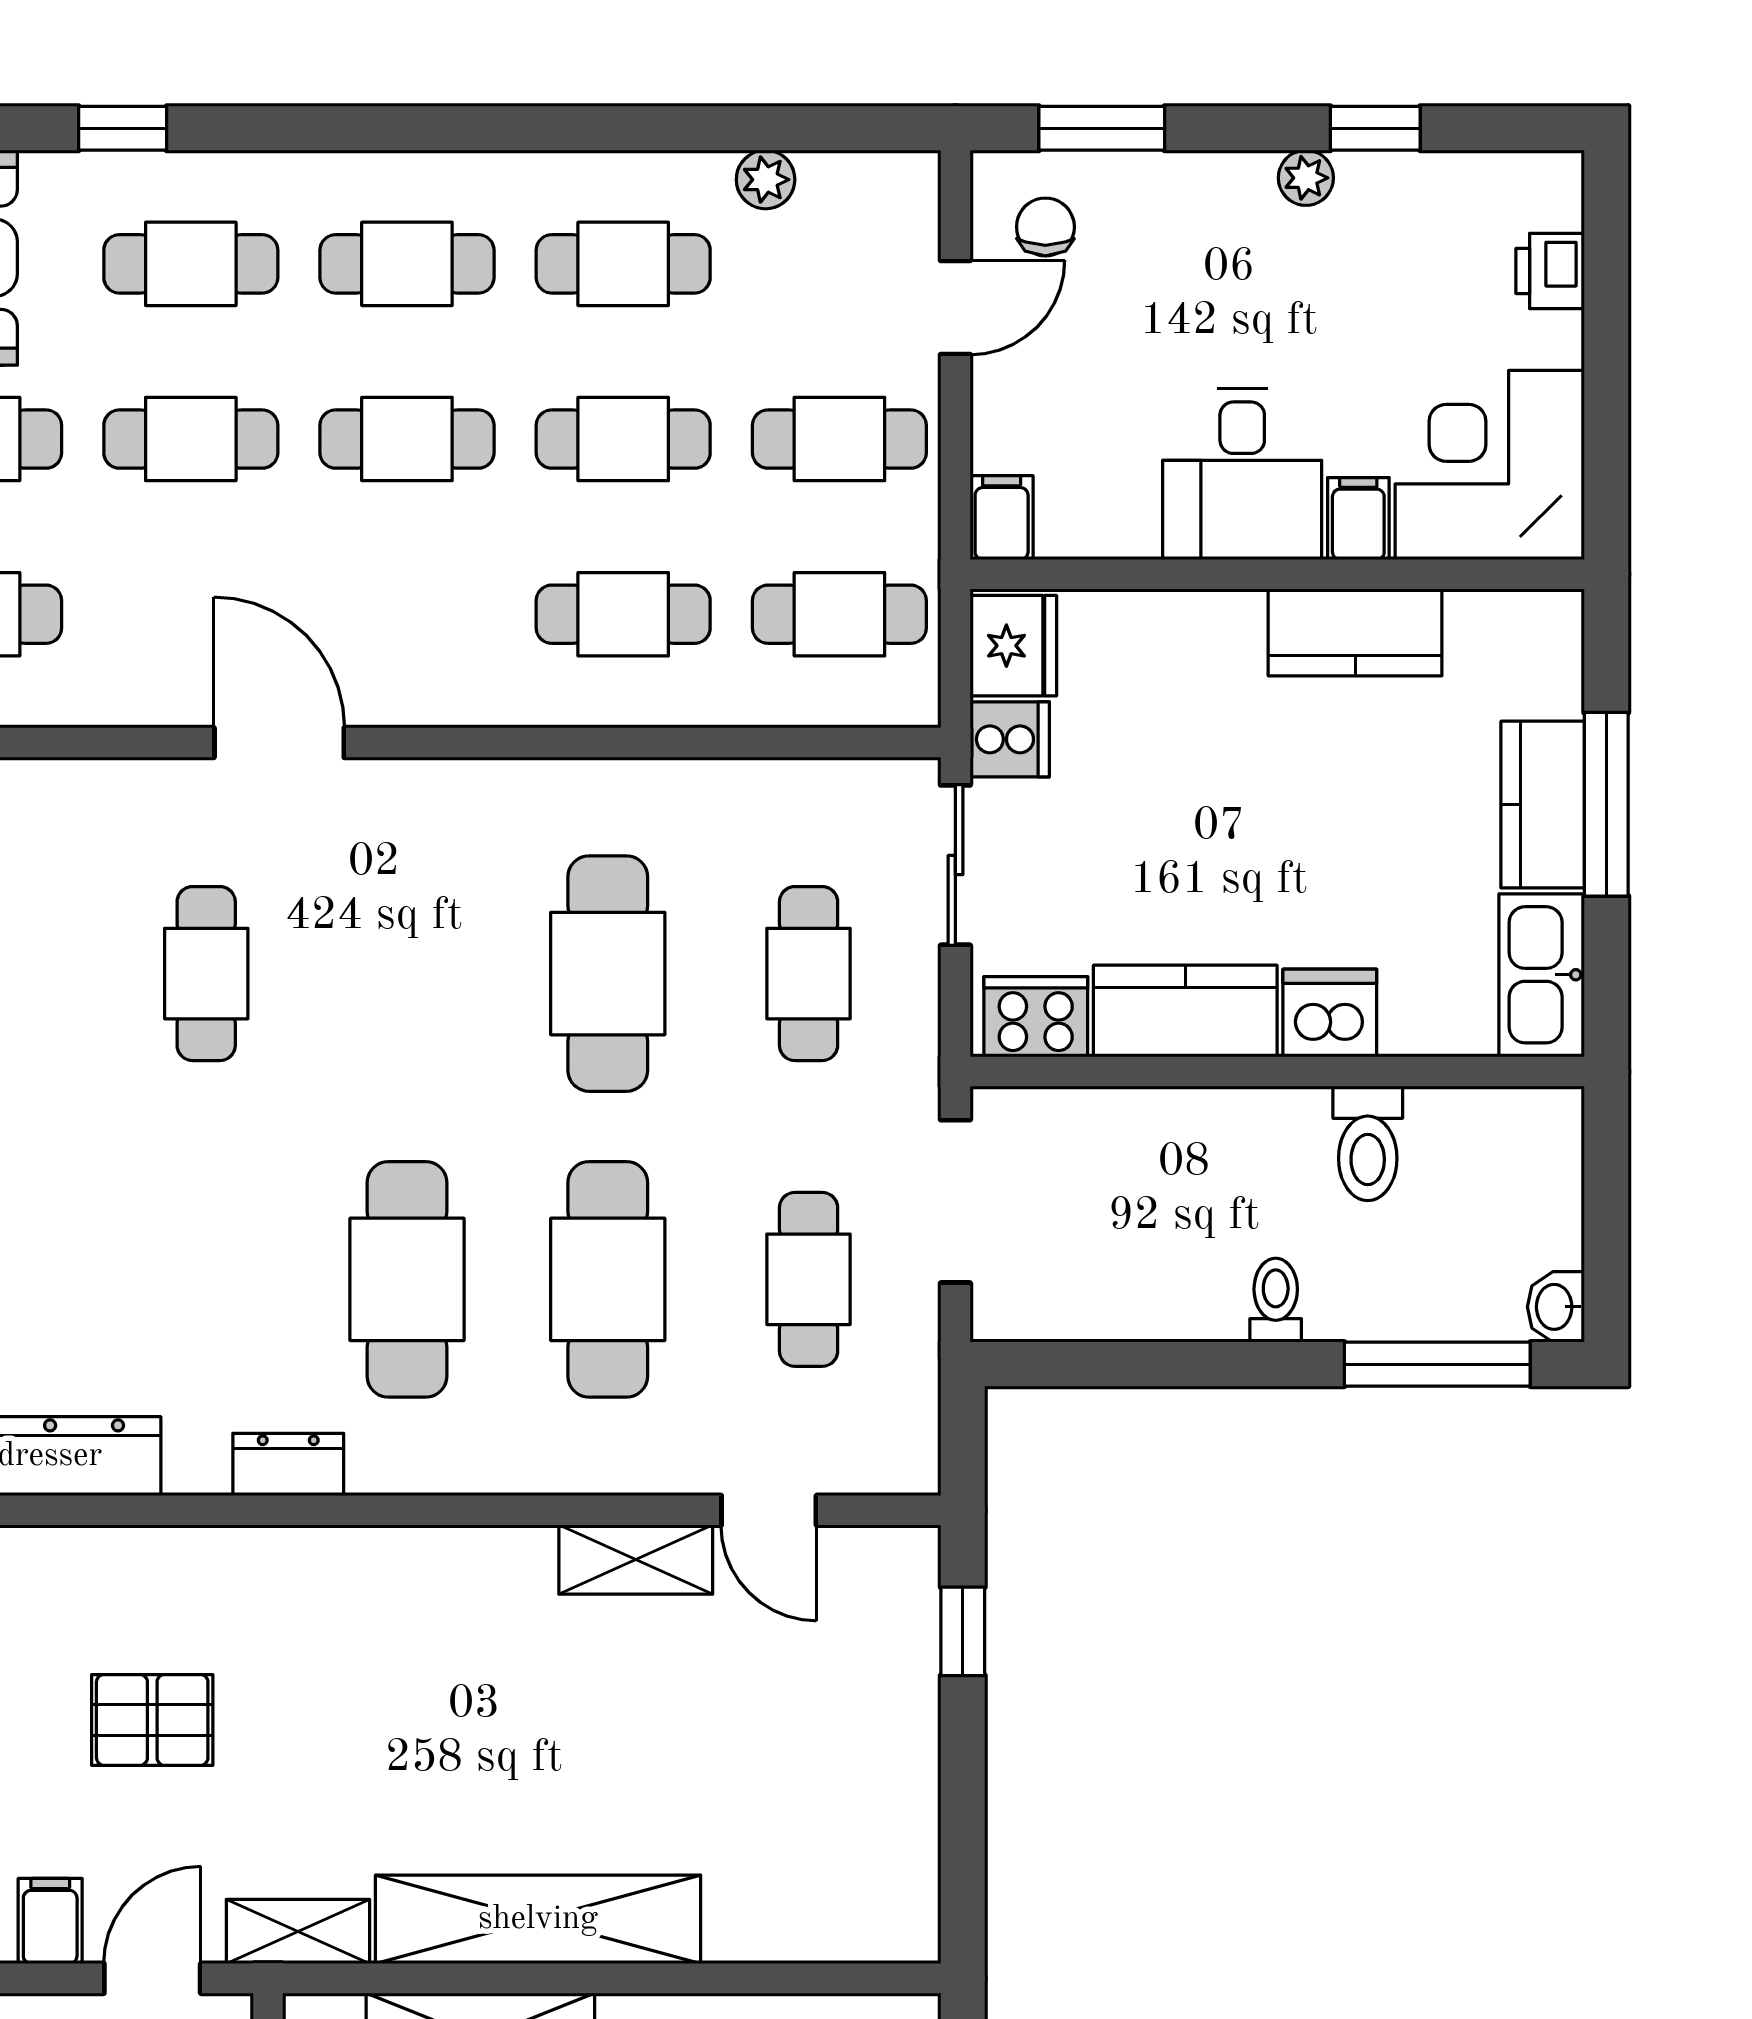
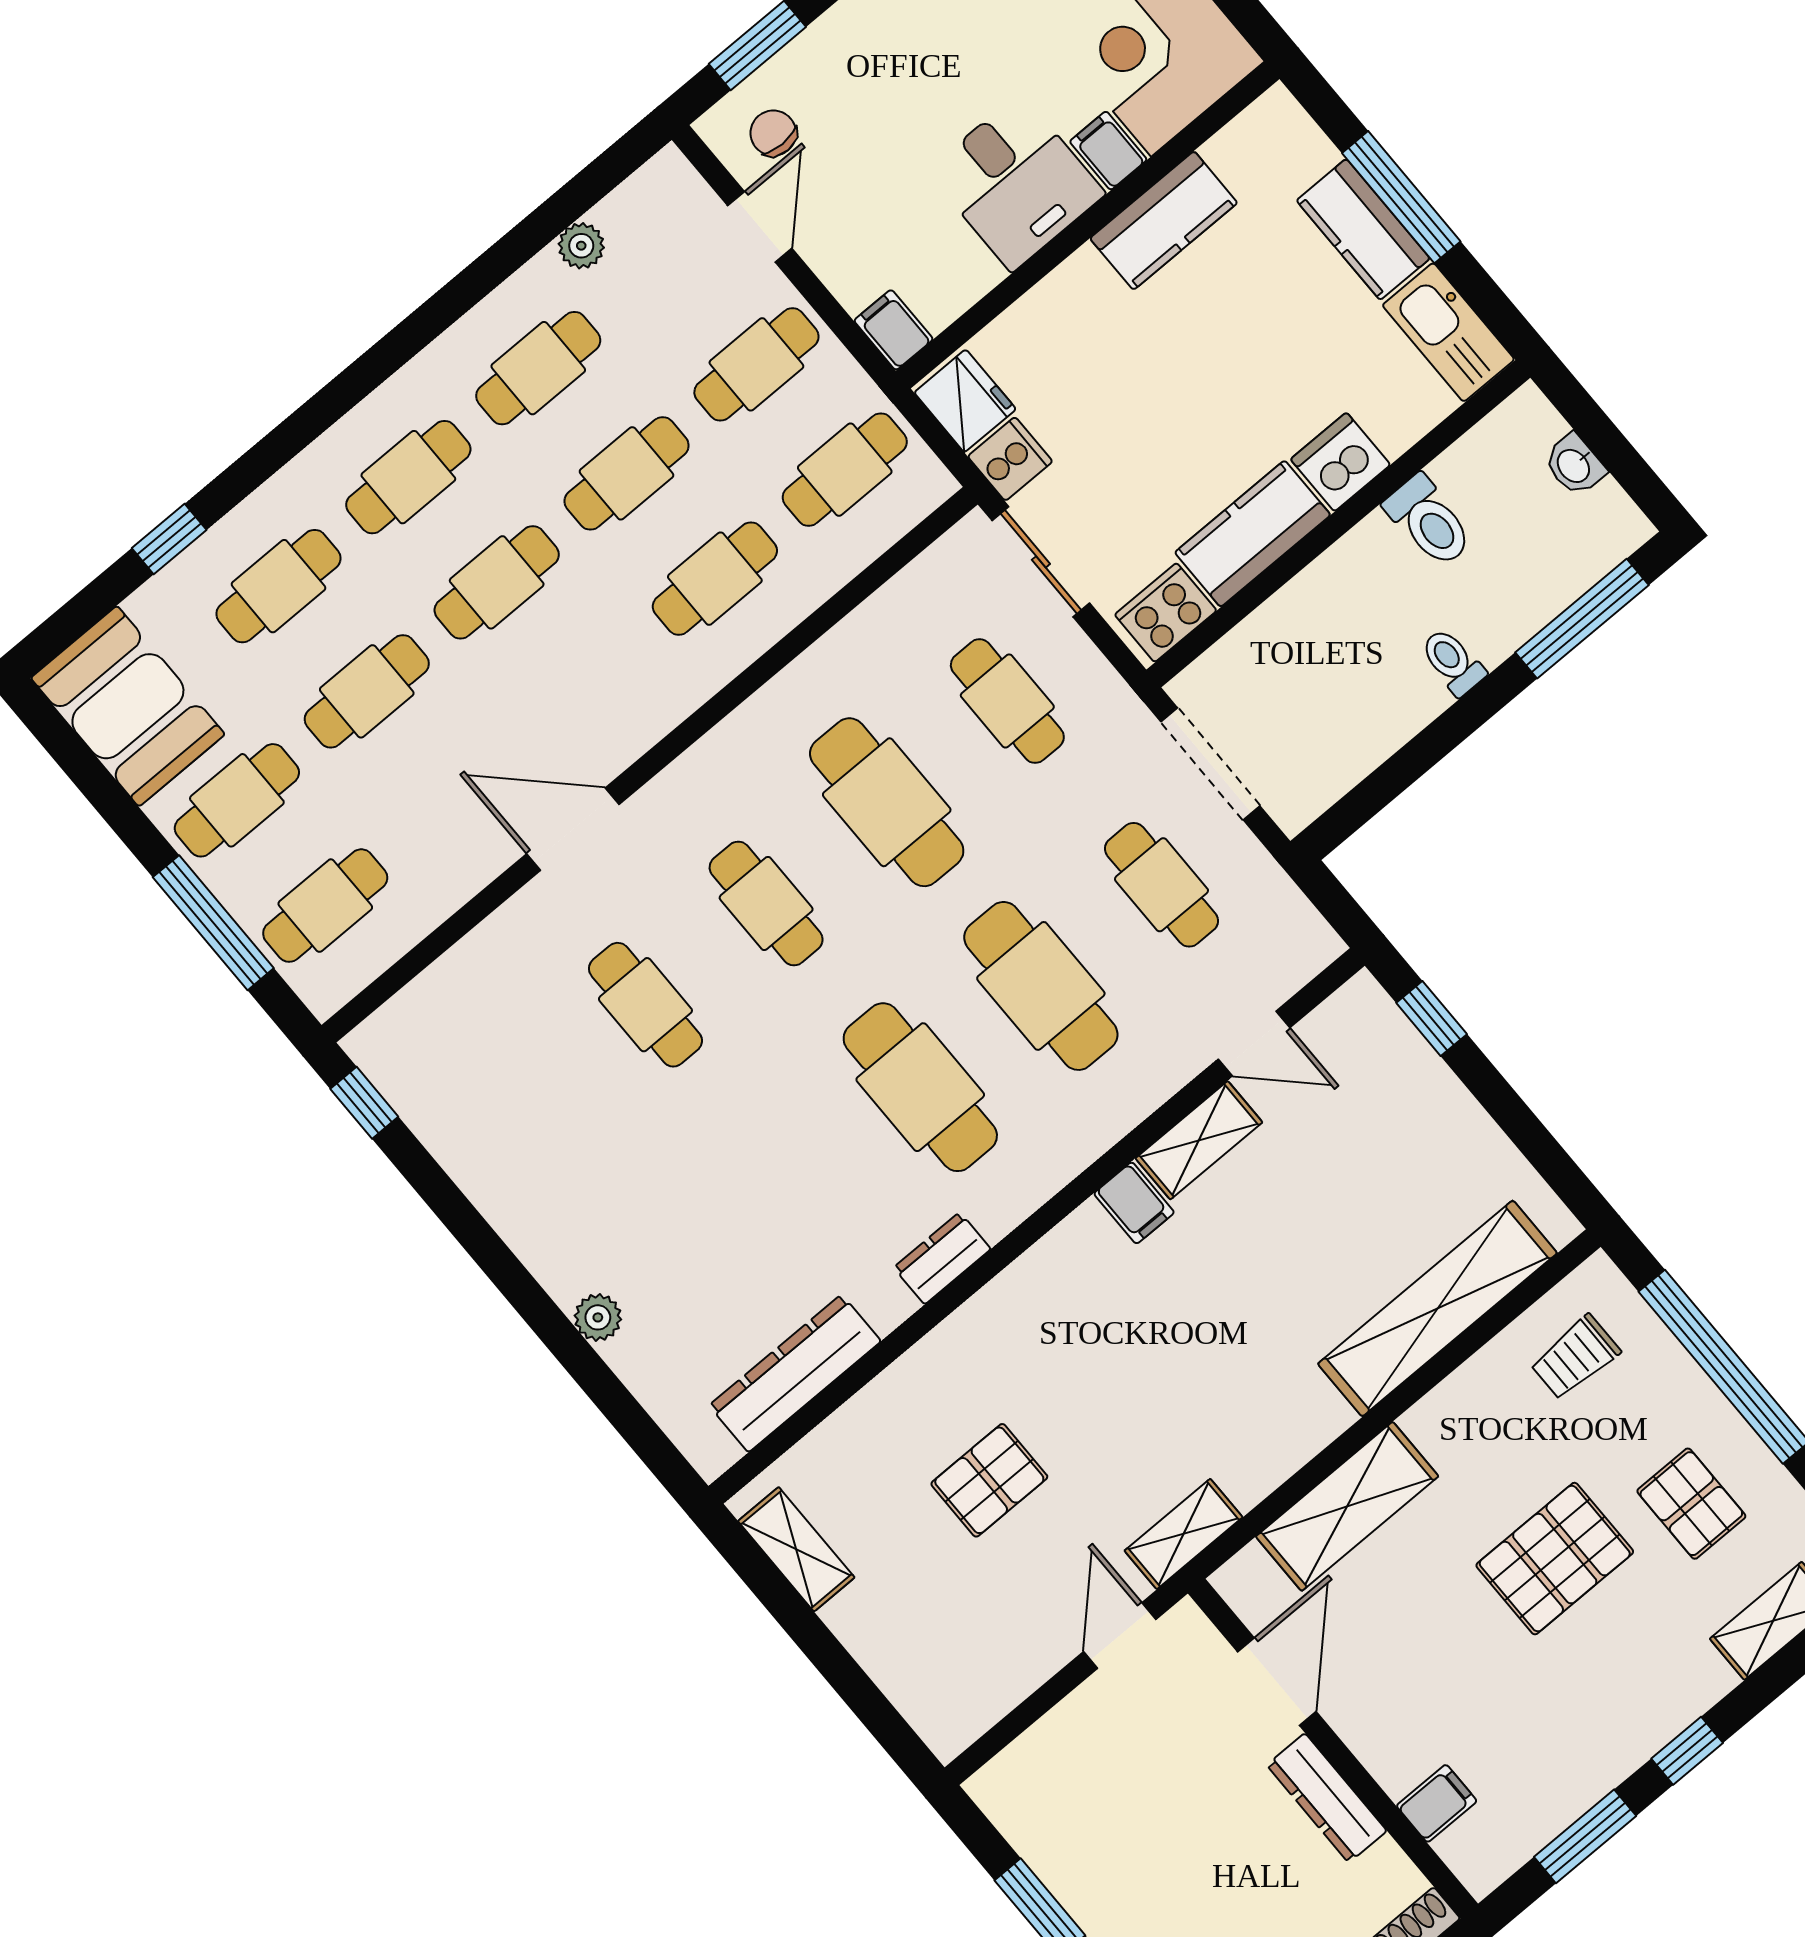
cafe table: (407, 974) -> (766, 903), added
washbasin: (1556, 1307) -> (1574, 465), moved
shelving: (538, 1919) -> (1437, 1308), moved
filing cabinet: (50, 1921) -> (1134, 1203), moved, turned 180

